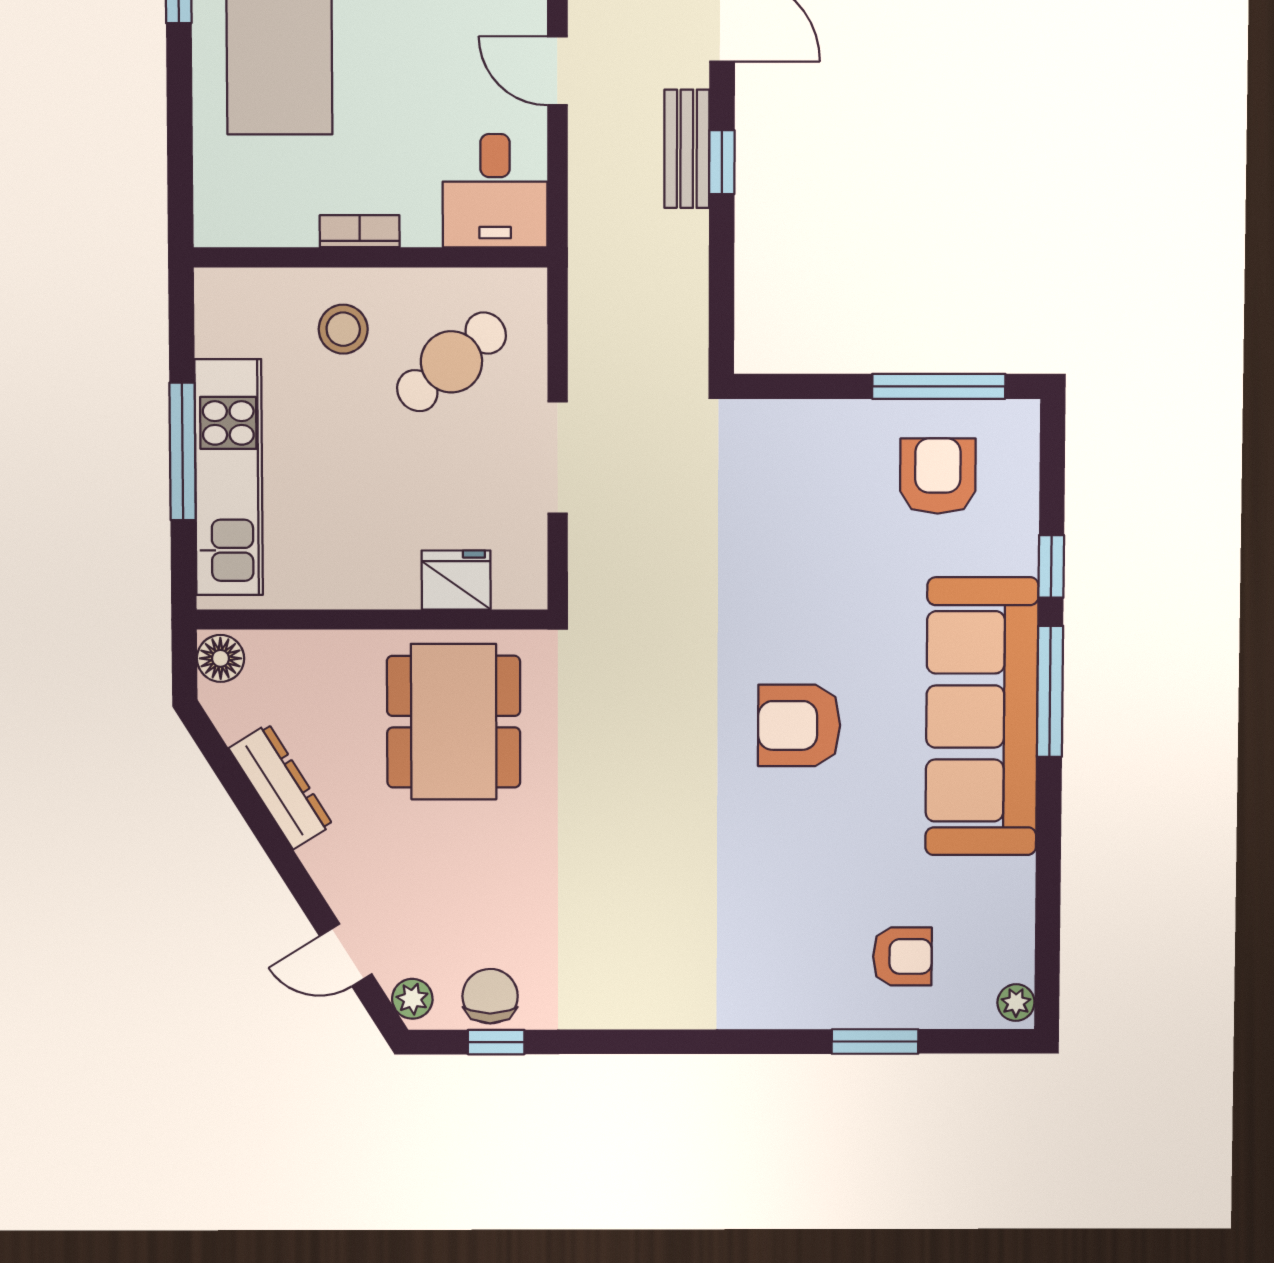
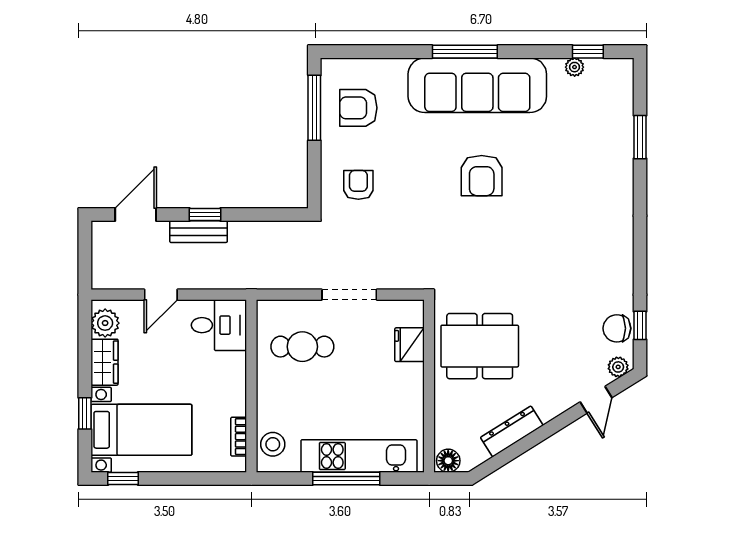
bookcase: (360, 231) -> (239, 437), moved
stool: (343, 329) -> (273, 444), moved
cafe table: (451, 362) -> (302, 347), turned -50
window: (1051, 566) -> (588, 52), moved
armchair: (902, 956) -> (358, 185), moved
plant: (1016, 1003) -> (575, 67), moved

